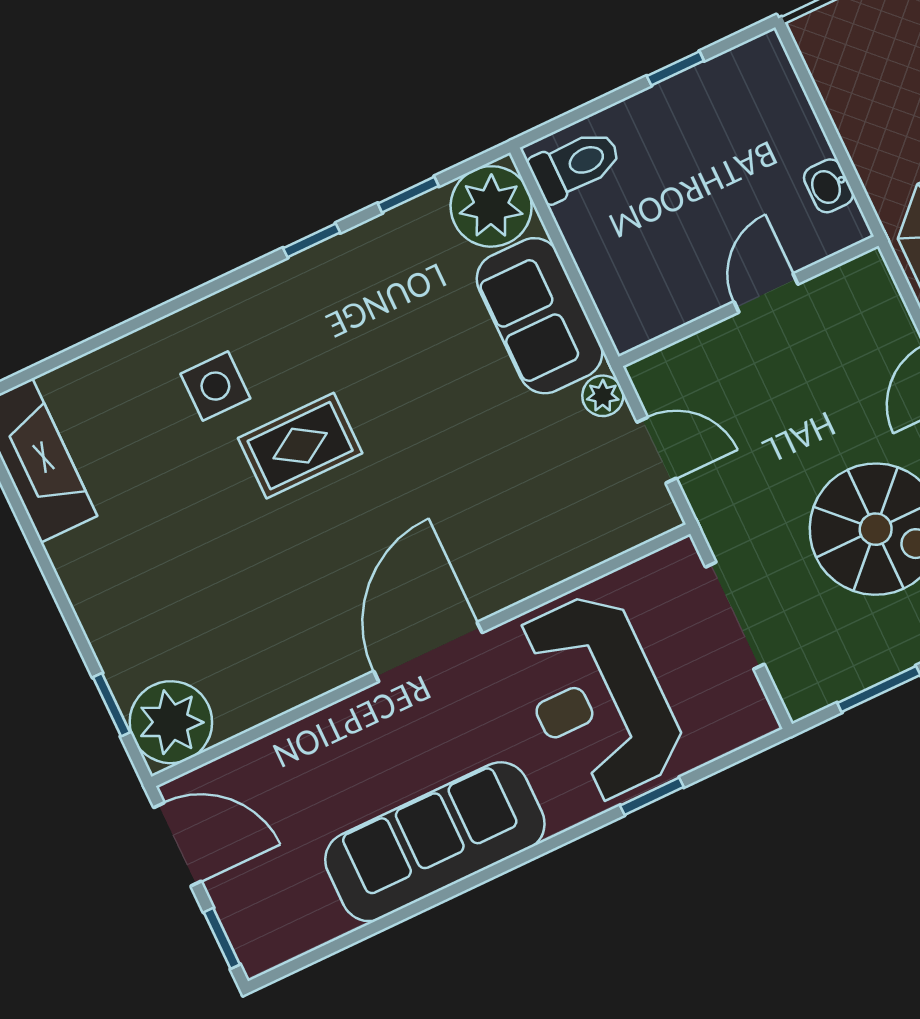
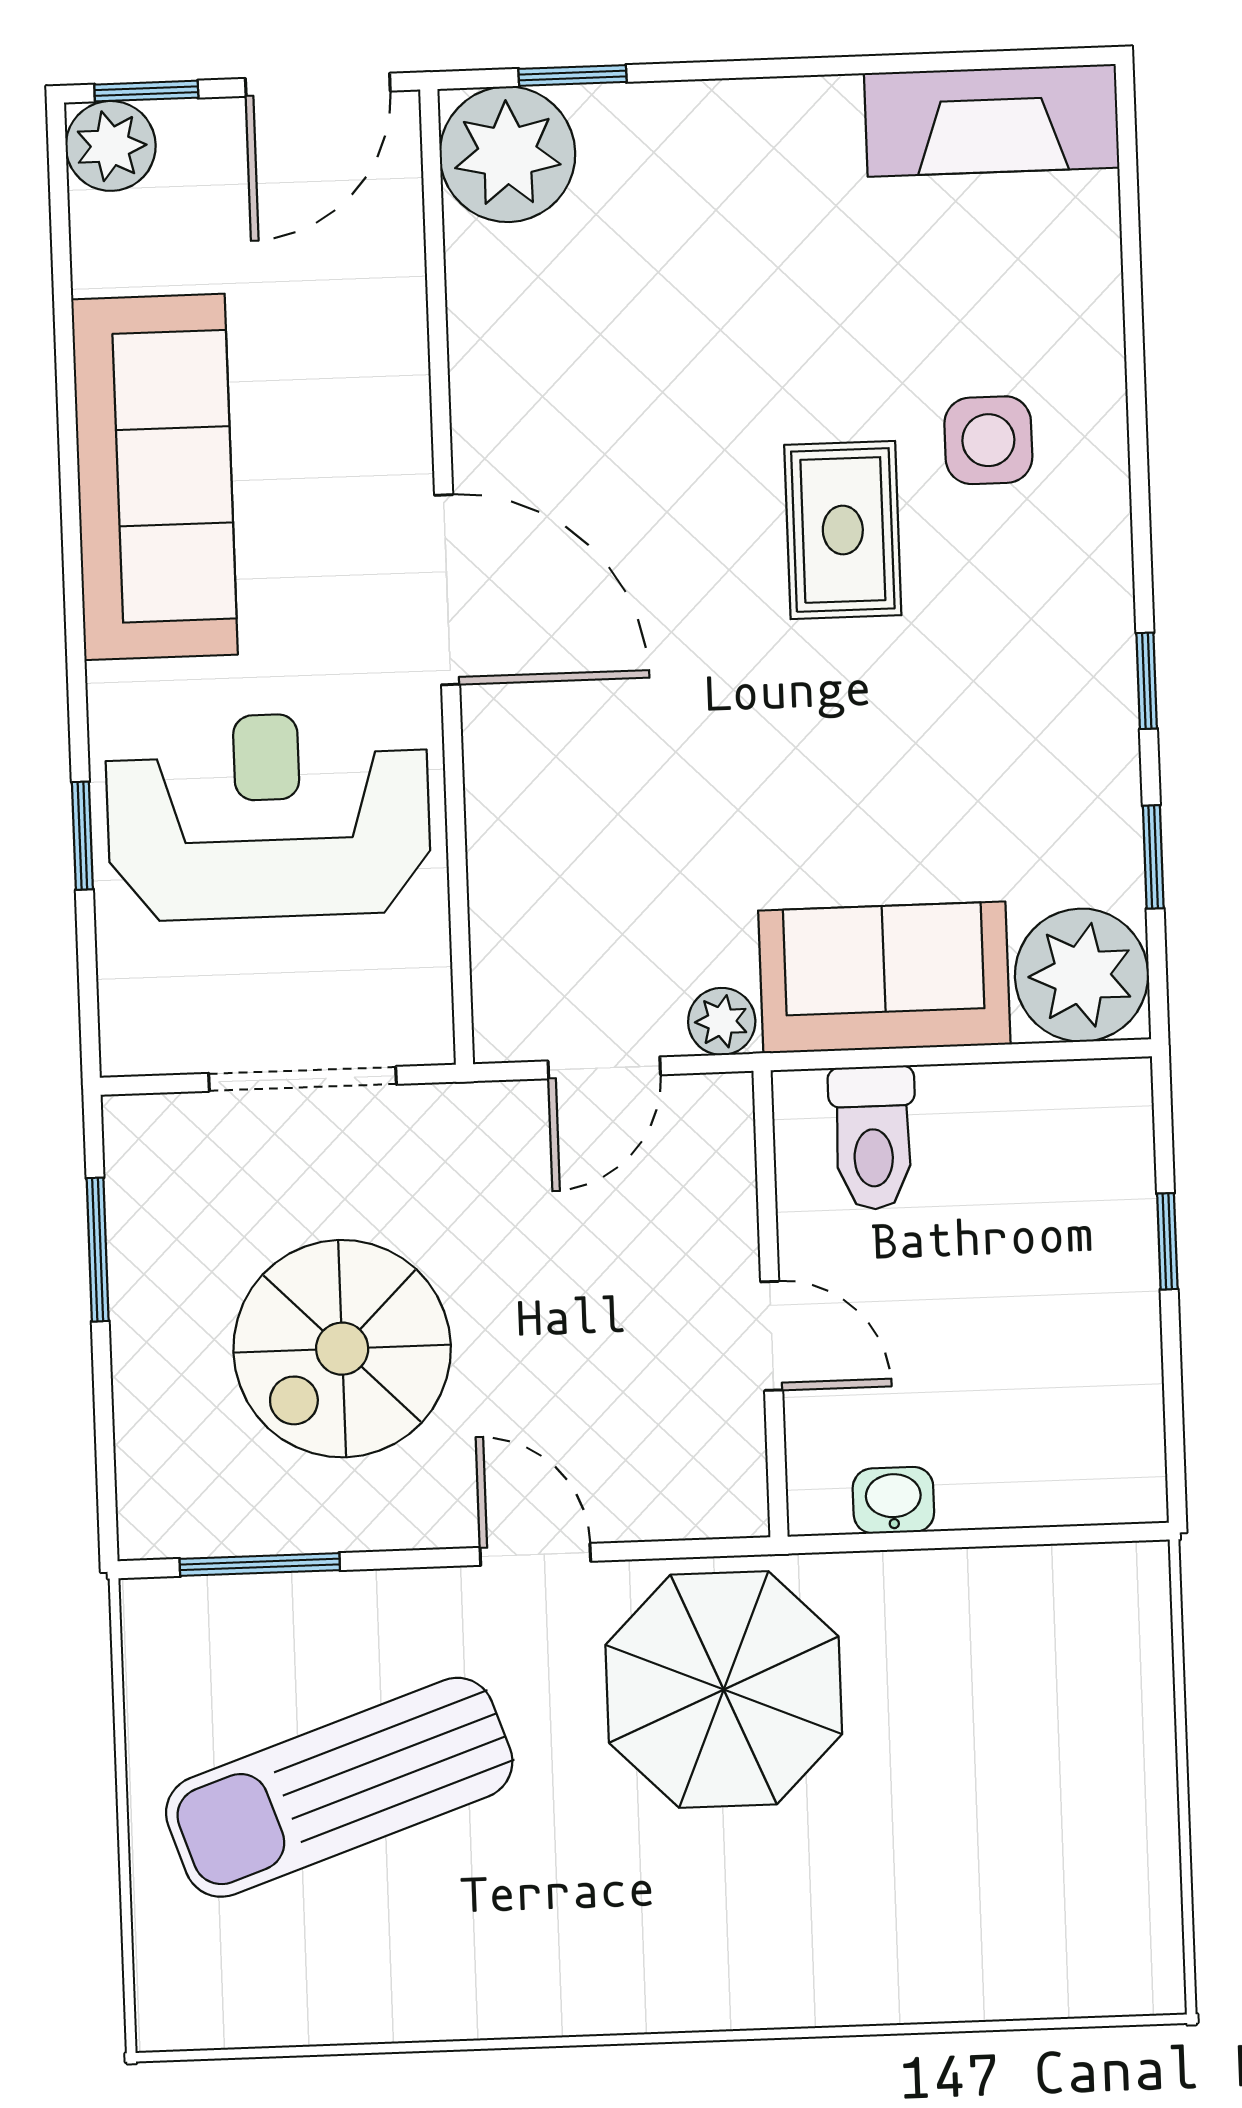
window: (675, 68) -> (1167, 1241), moved
toilet: (575, 165) -> (873, 1138), moved
plant: (261, 945) -> (111, 146), added

